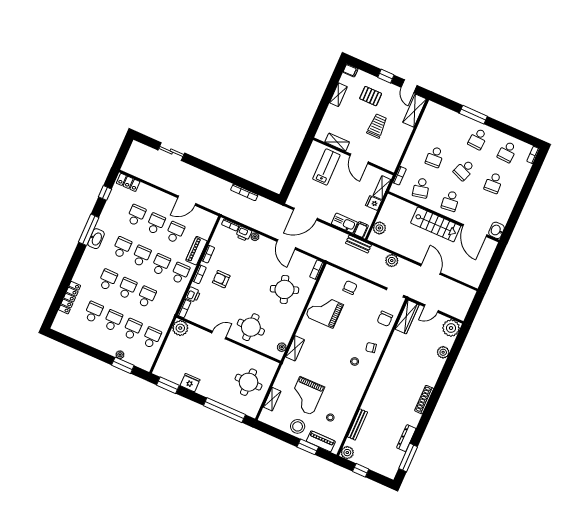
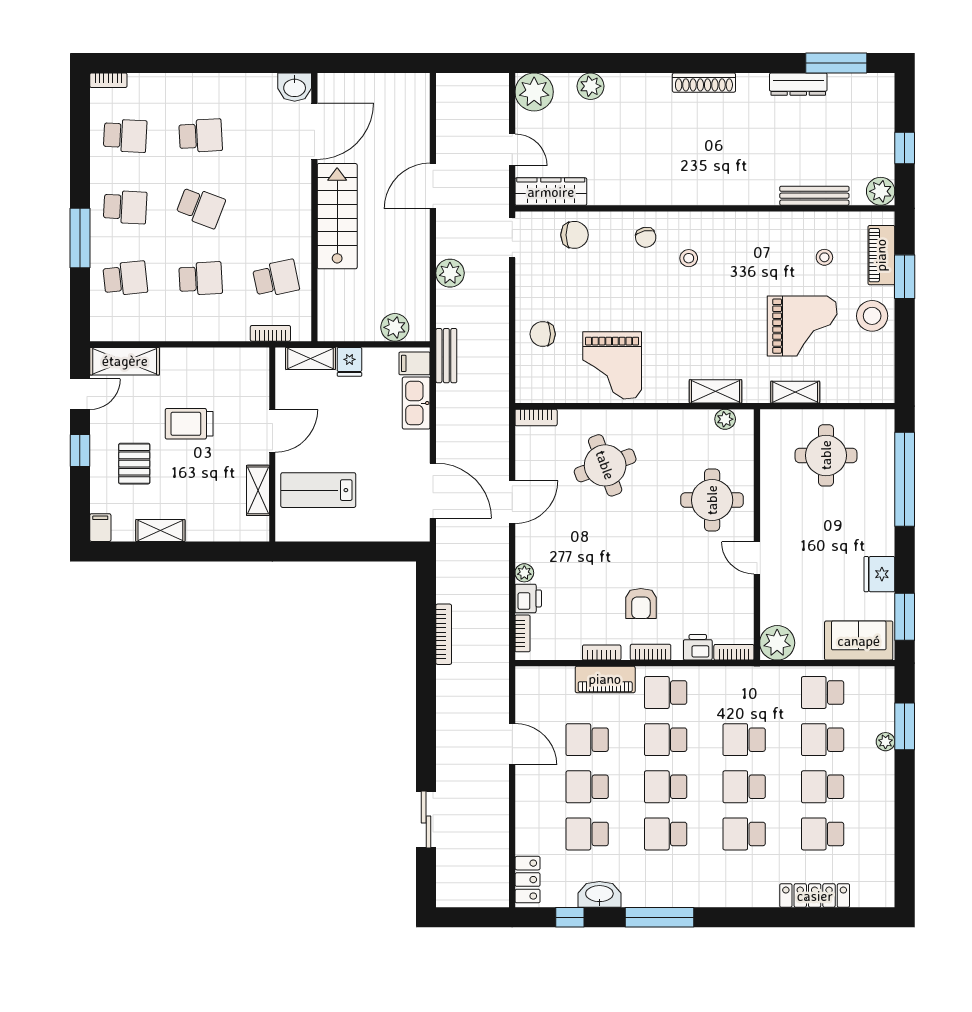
school desk: (450, 201) -> (125, 279), moved
washbasin: (96, 239) -> (599, 894), moved
sofa: (166, 362) -> (859, 641), added
shelving: (272, 399) -> (795, 392), moved

